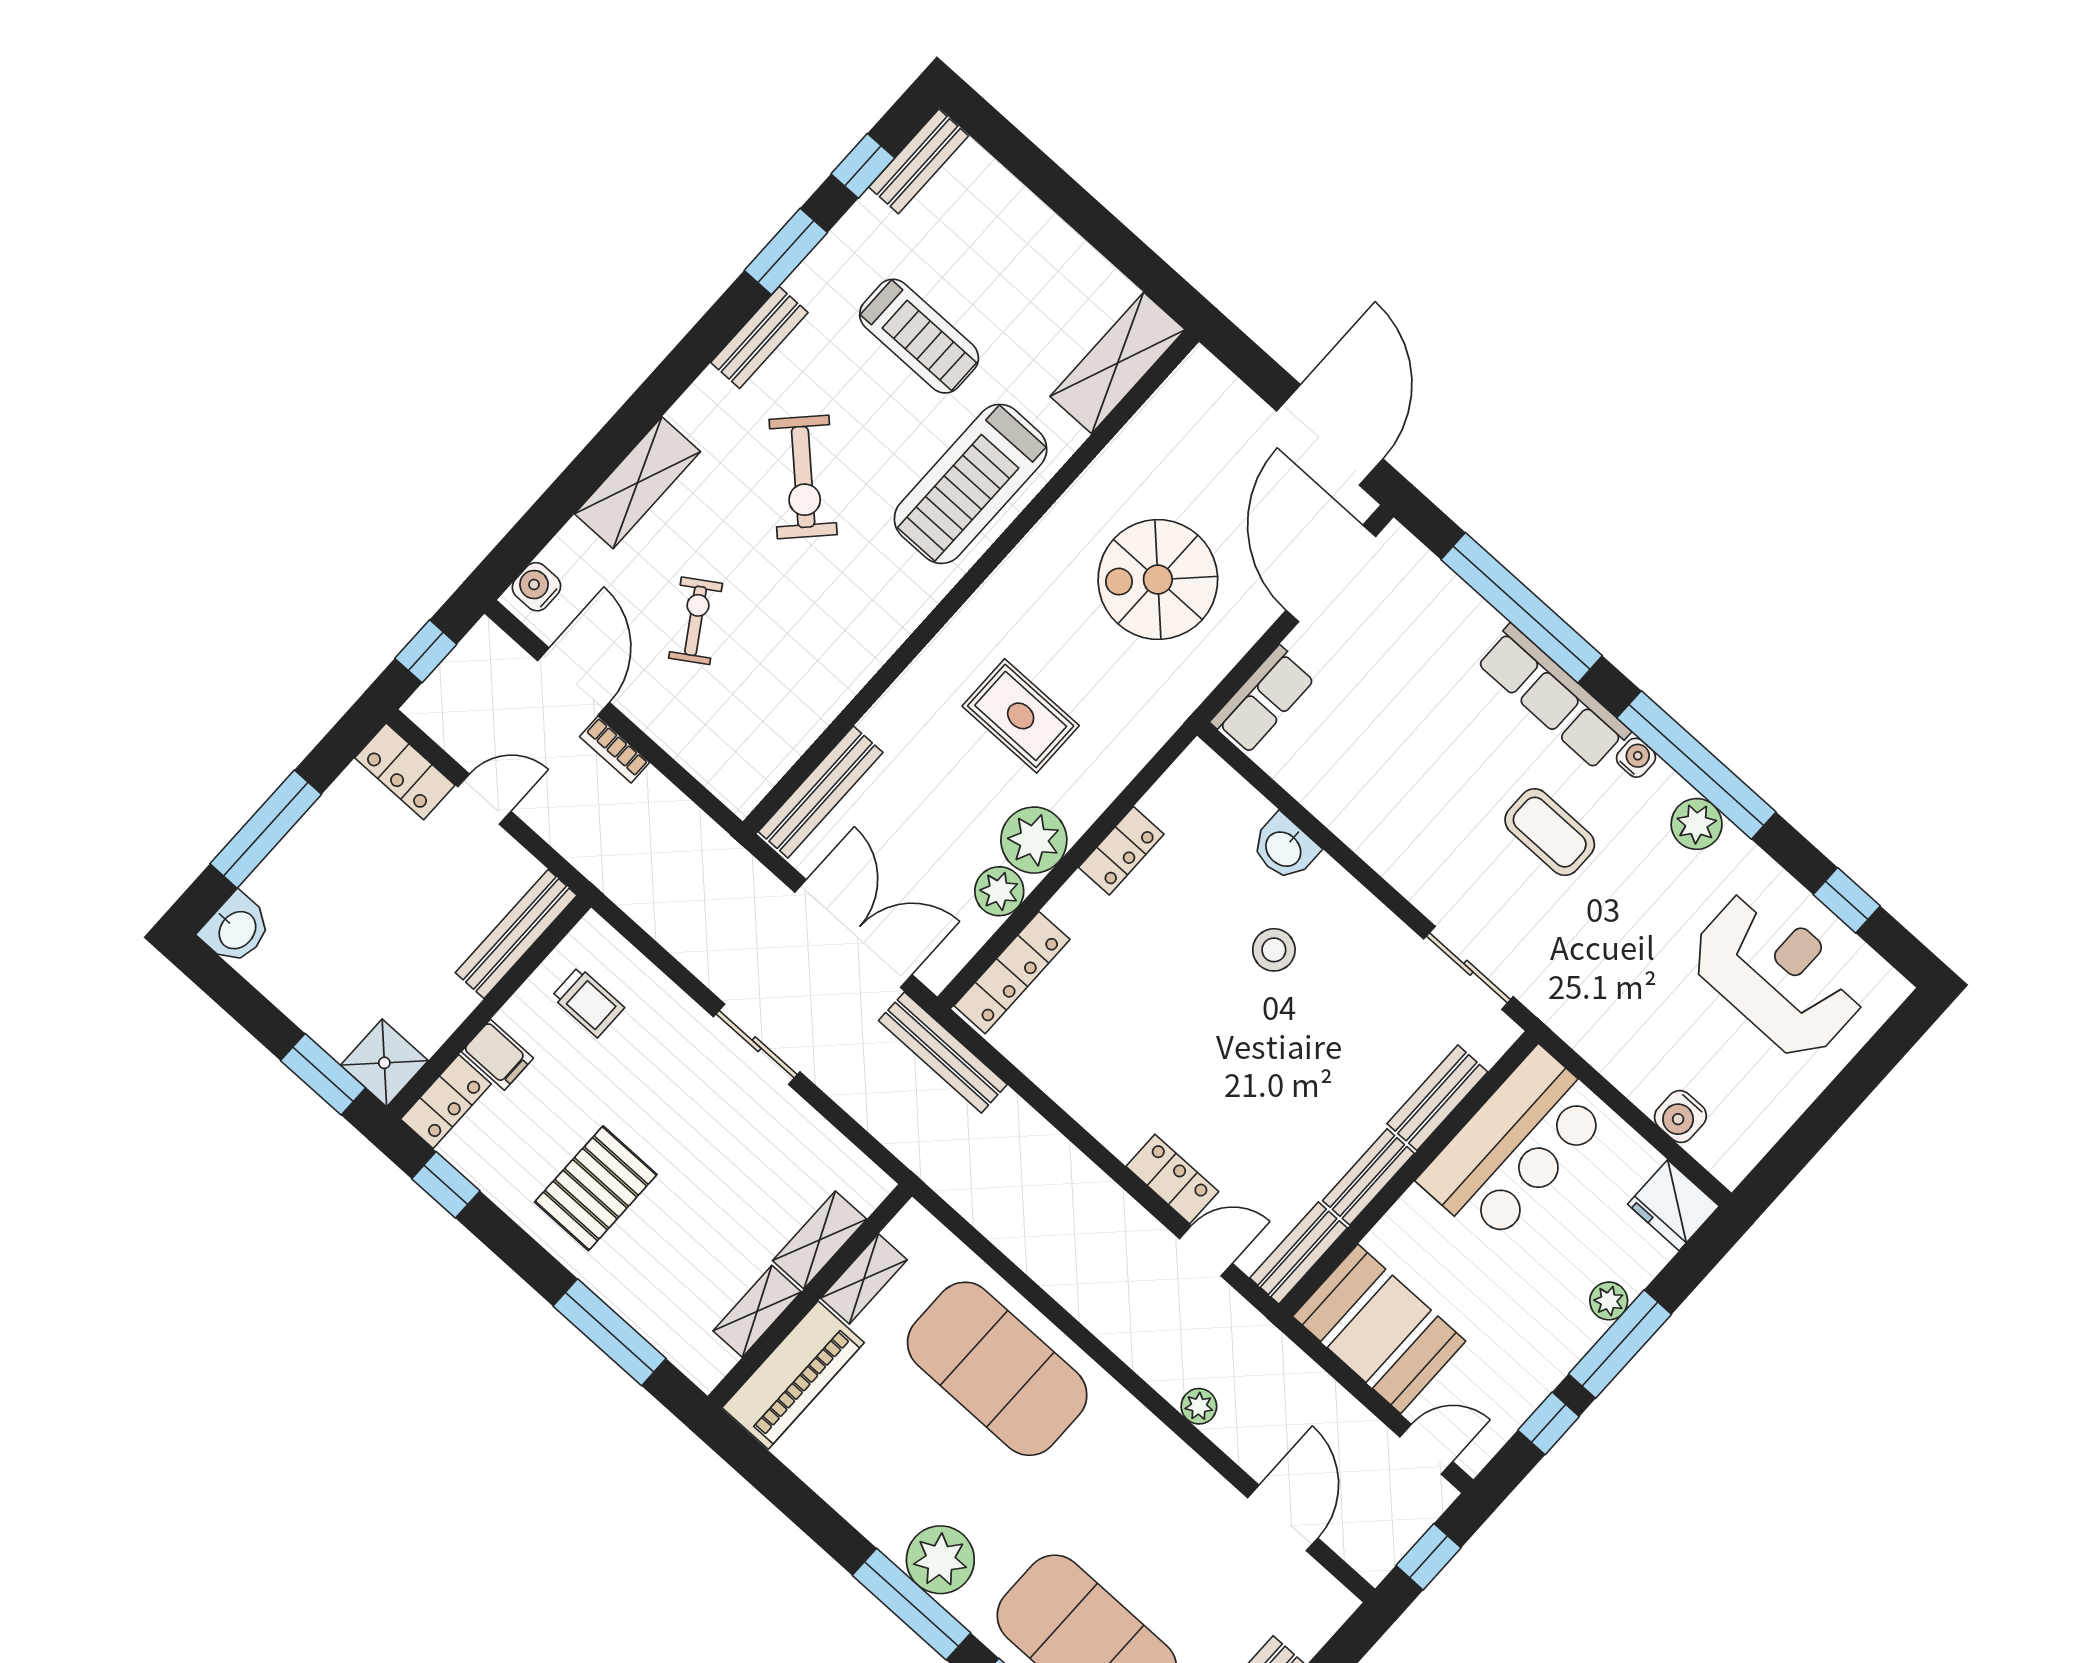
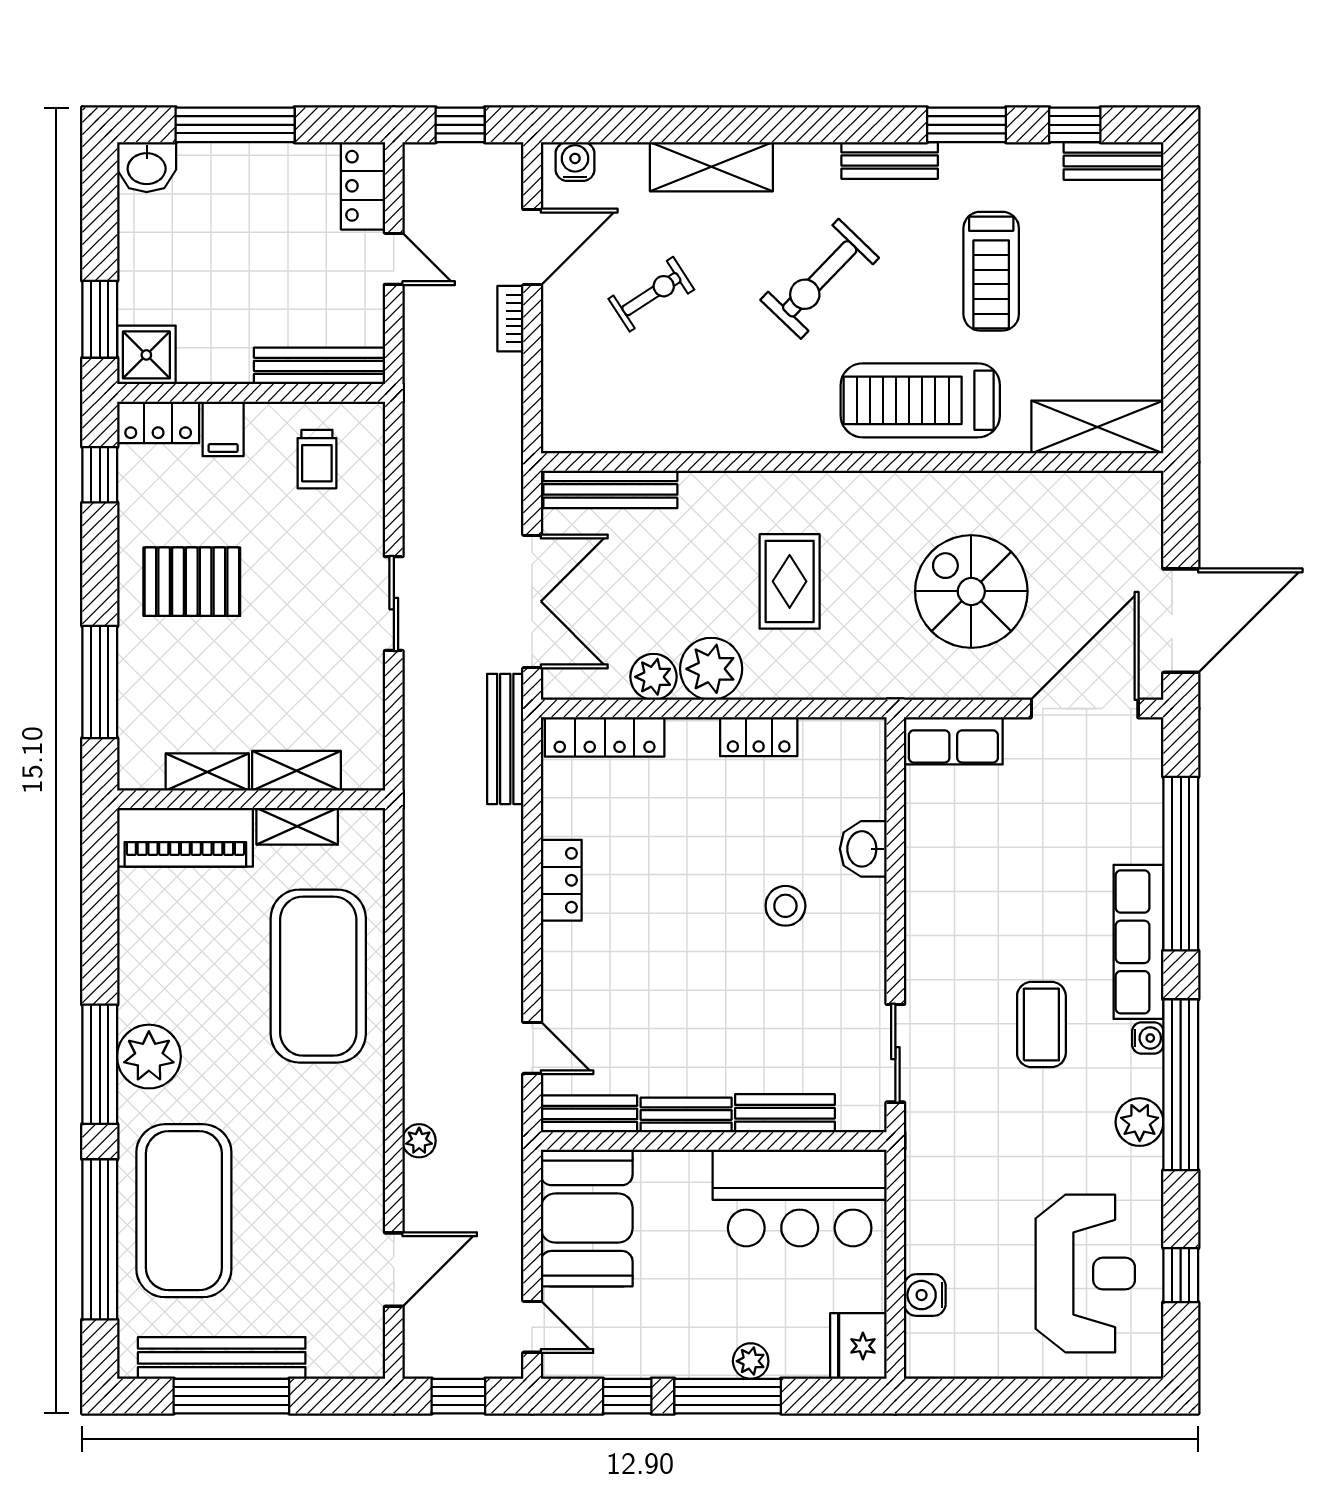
locker: (1172, 1179) -> (561, 880), moved

